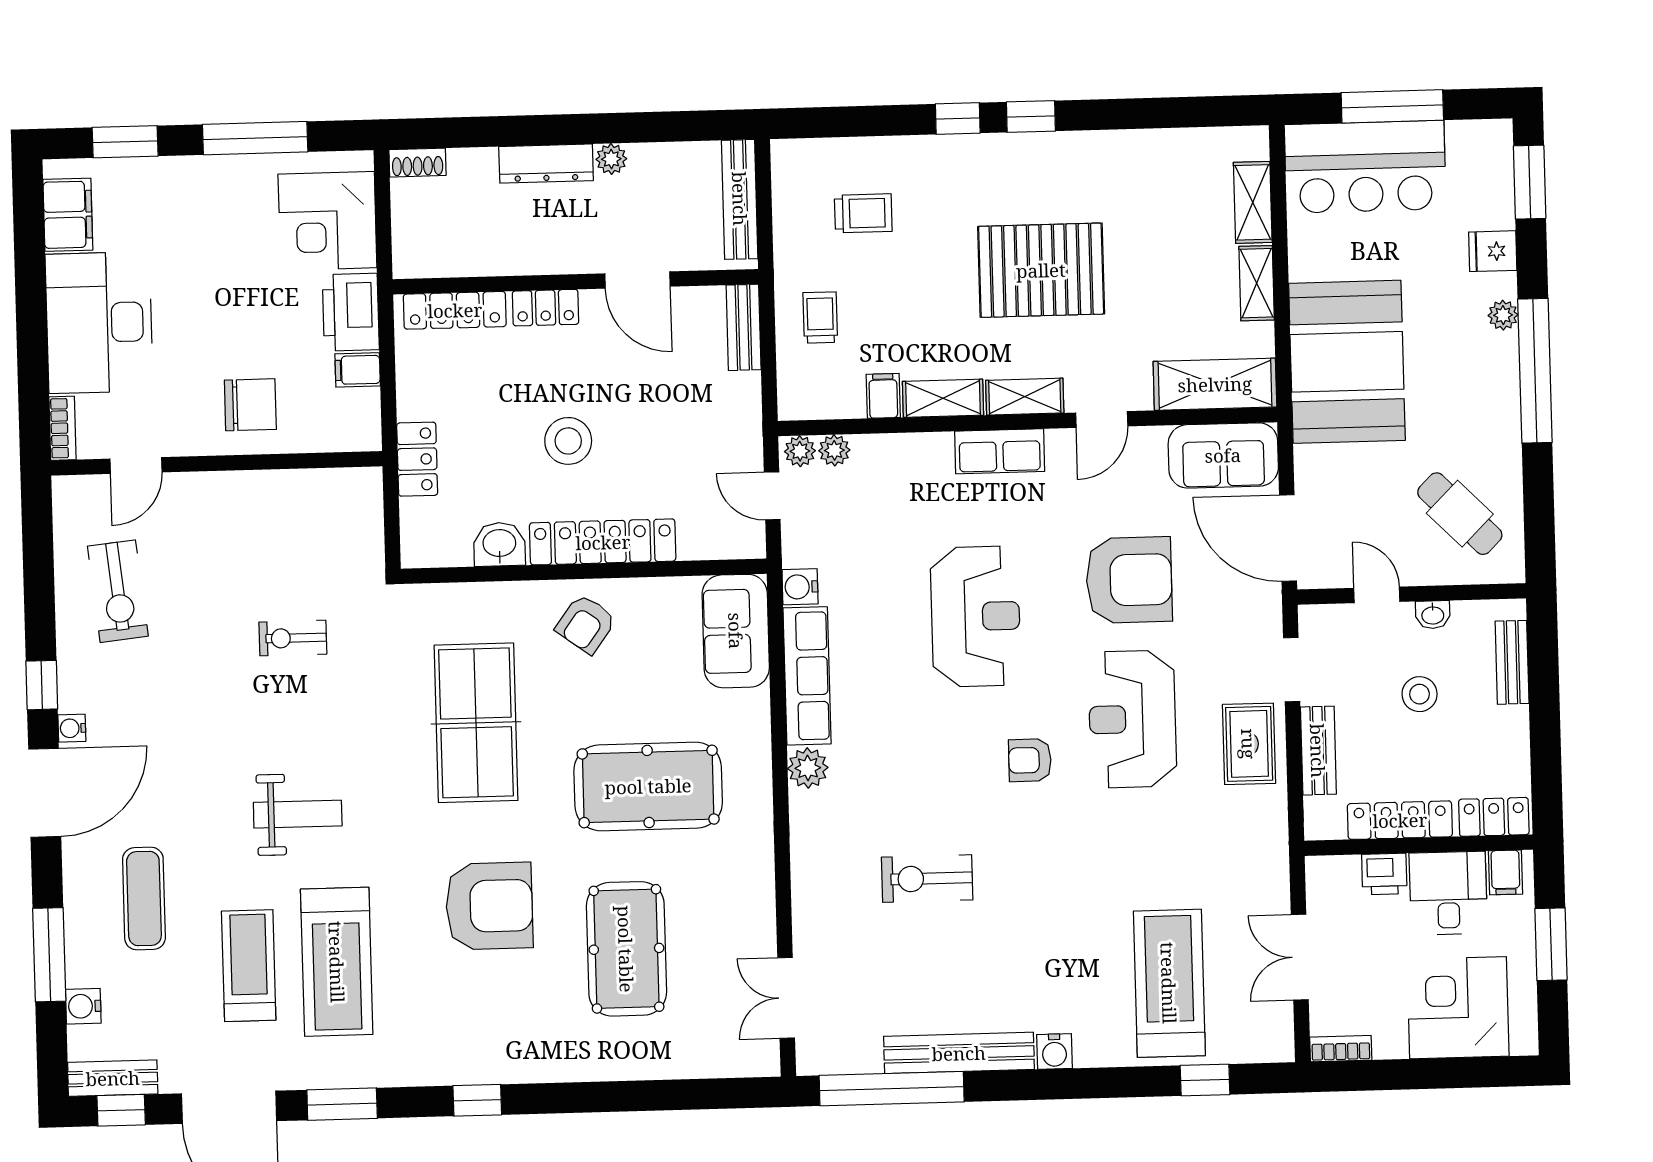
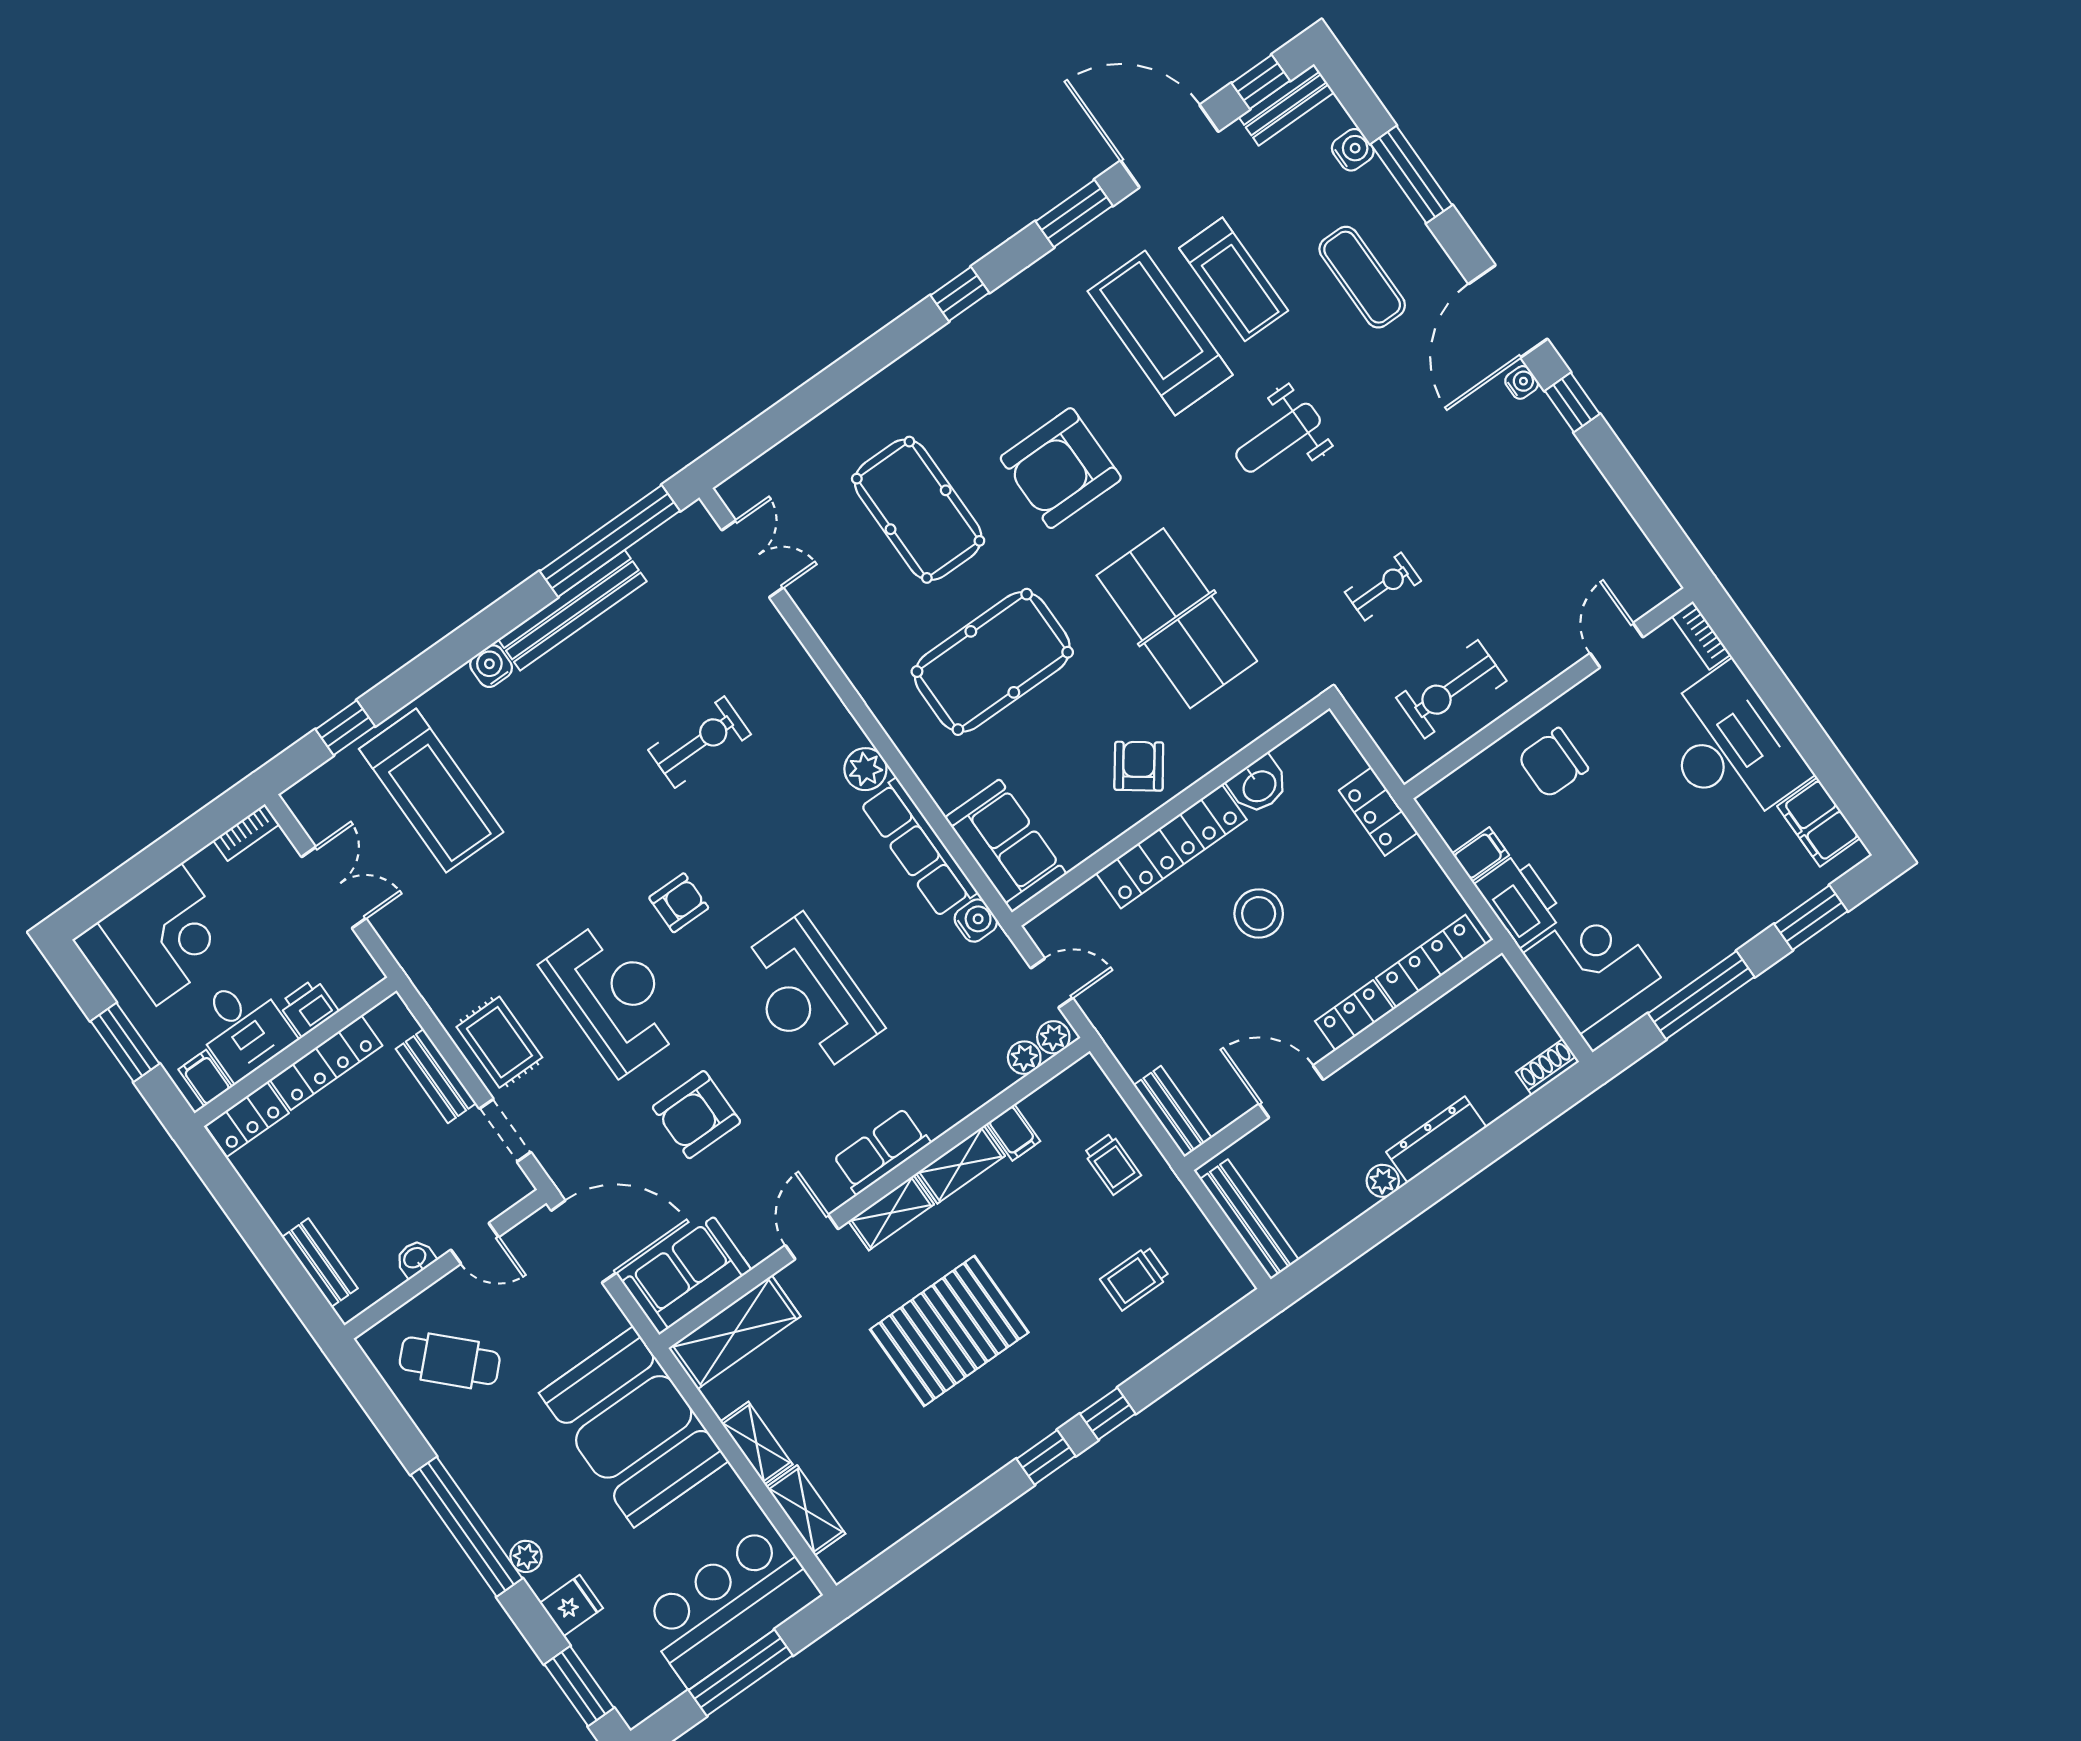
armchair: (1129, 580) -> (696, 1115), width x0.73, depth x0.73
exercise bike: (118, 591) -> (1451, 689), moved, turned -84
stool: (1420, 694) -> (381, 1182), removed

